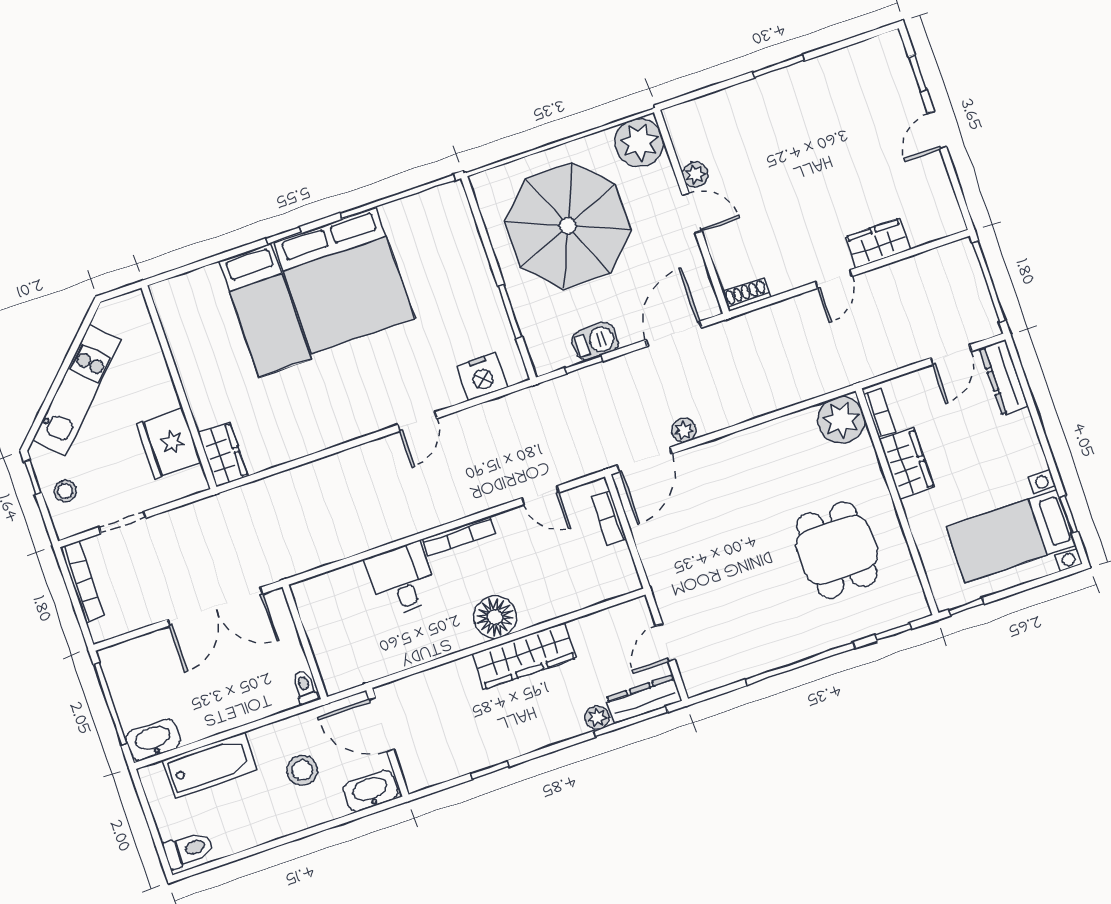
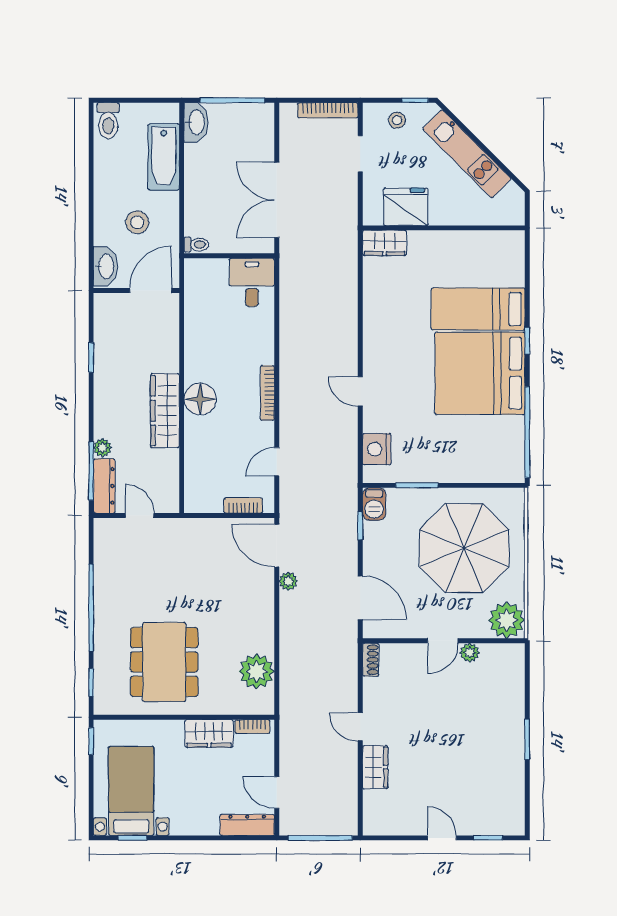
barbecue: (595, 341) -> (374, 504), moved
plant: (841, 420) -> (257, 671), moved
dining table: (837, 550) -> (164, 662), width x1.38
desk: (402, 580) -> (252, 282), moved, turned -90

